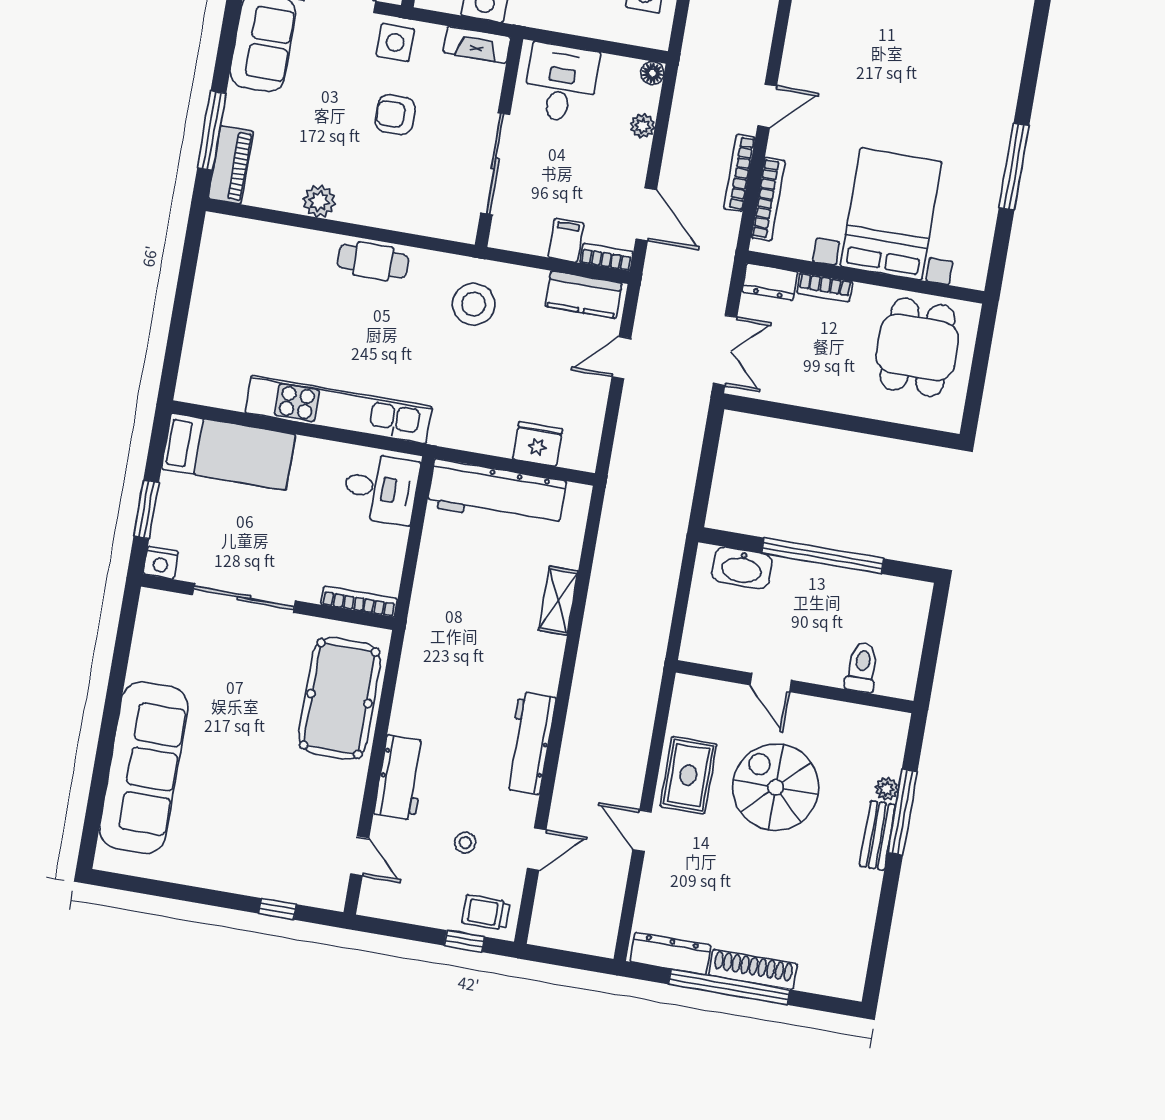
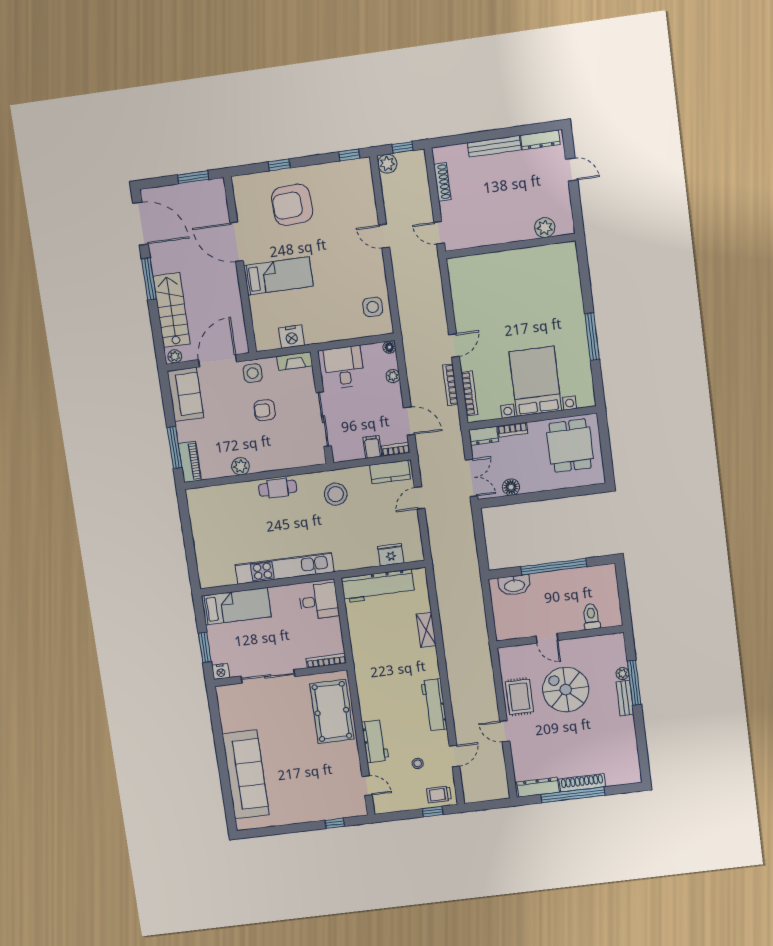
floor lamp: (790, 389) -> (511, 487), added

